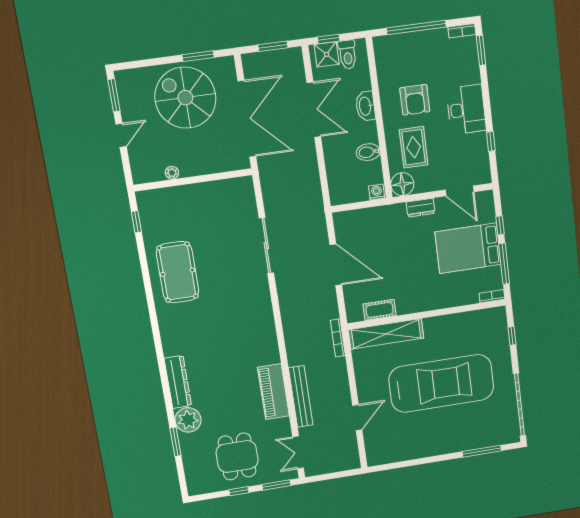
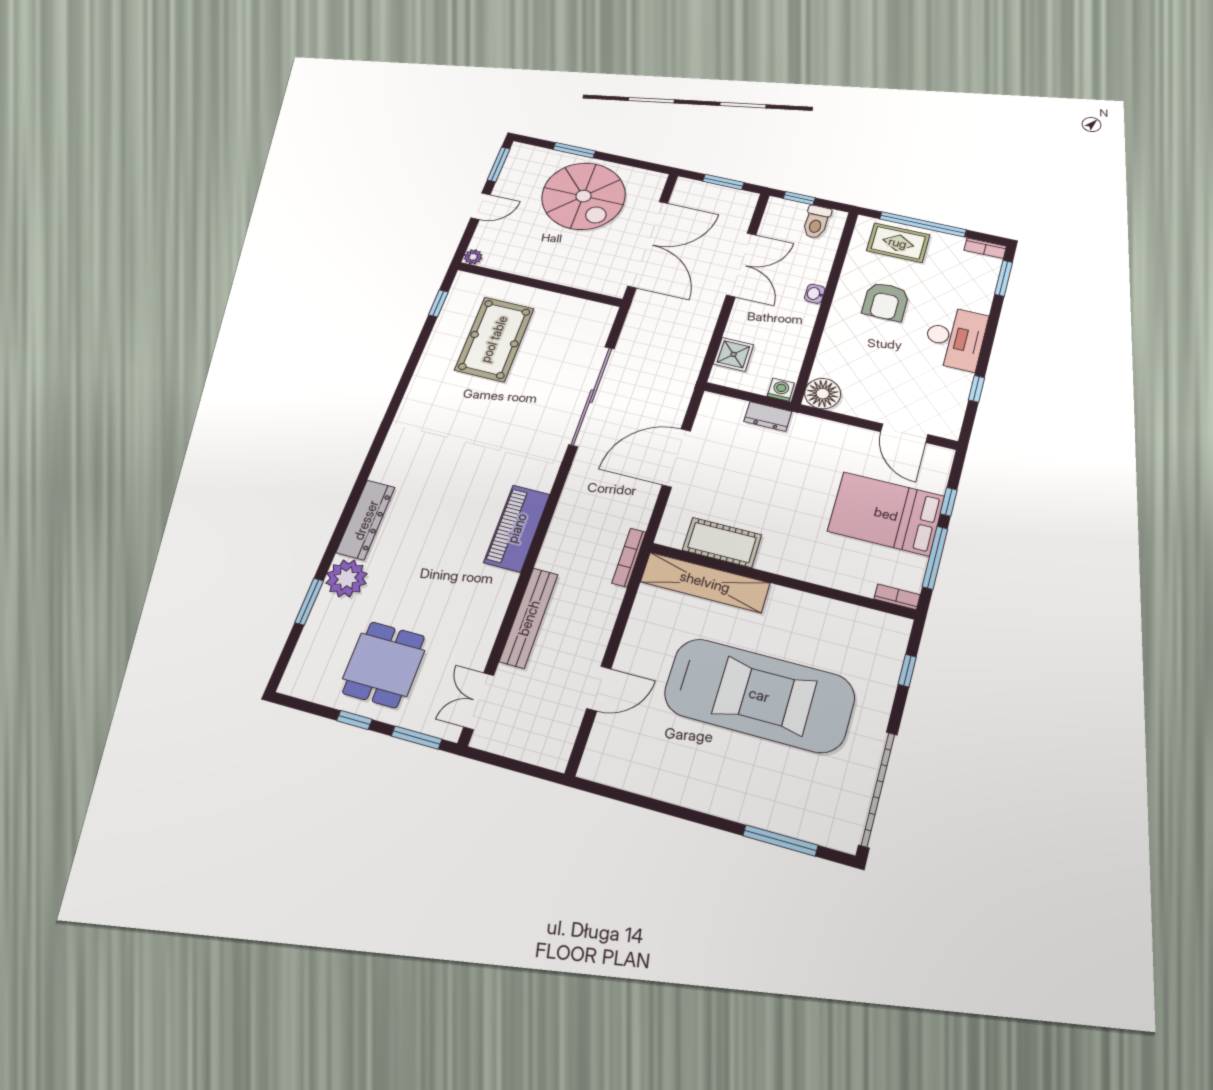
shower: (327, 54) -> (733, 354), moved
window: (198, 56) -> (574, 150), moved
spiral stairs: (185, 98) -> (583, 196), turned 180
washbasin: (365, 106) -> (815, 294), width x0.52, depth x0.69
rug: (414, 147) -> (898, 243), moved, turned 90
bidet: (368, 152) -> (792, 338), removed
plant: (172, 173) -> (473, 257), moved
dresser: (421, 208) -> (768, 416), moved
sliding door: (266, 246) -> (592, 396), width x1.36
door: (336, 265) -> (676, 458), swing flipped
pool table: (178, 272) -> (494, 339), moved
cot: (380, 310) -> (722, 542), width x1.37, depth x1.34
piano: (273, 392) -> (517, 528), moved

